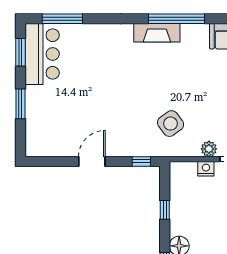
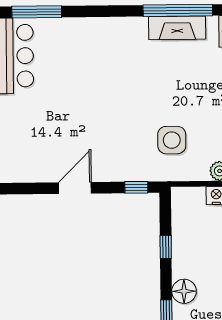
fireplace: (157, 33) -> (177, 28), moved
side table: (171, 124) -> (172, 140), turned 36

